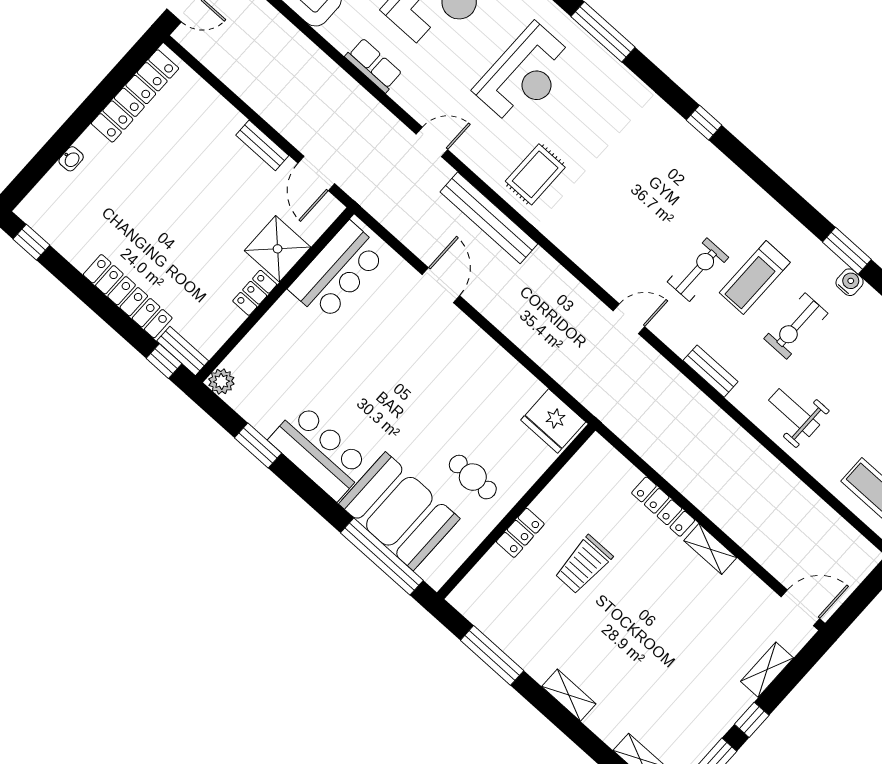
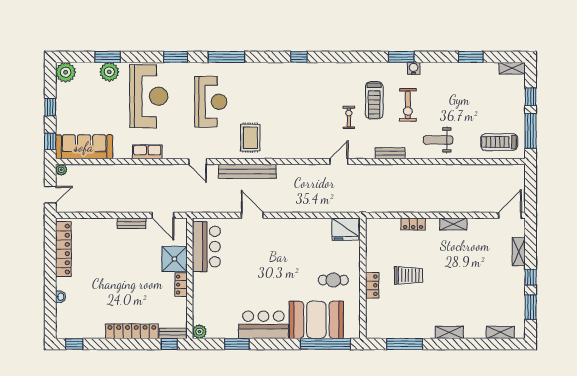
door: (432, 142) -> (198, 162), swing flipped
exercise bike: (698, 270) -> (349, 117), width x0.73, depth x0.72
locker: (663, 507) -> (413, 224), width x0.66
trolley: (583, 565) -> (409, 275), turned -90

